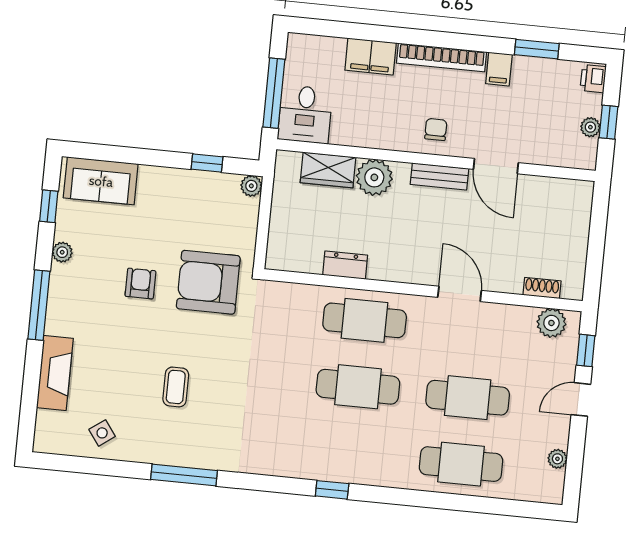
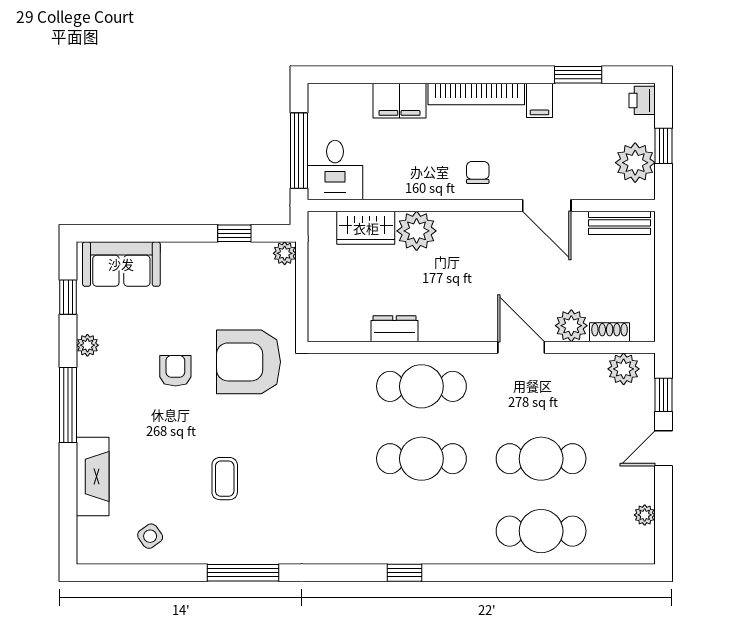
plant: (590, 127) -> (635, 163), width x1.87, depth x1.87
bench: (440, 177) -> (620, 223), moved
plant: (508, 279) -> (571, 326), added

